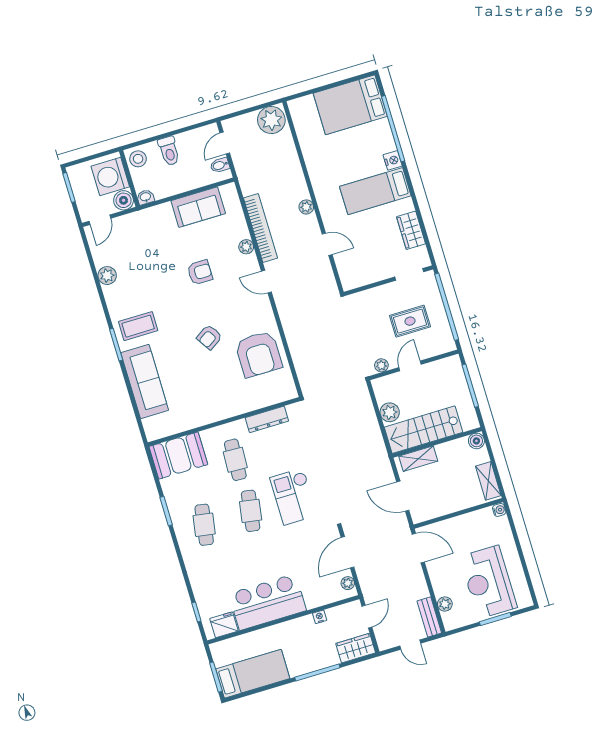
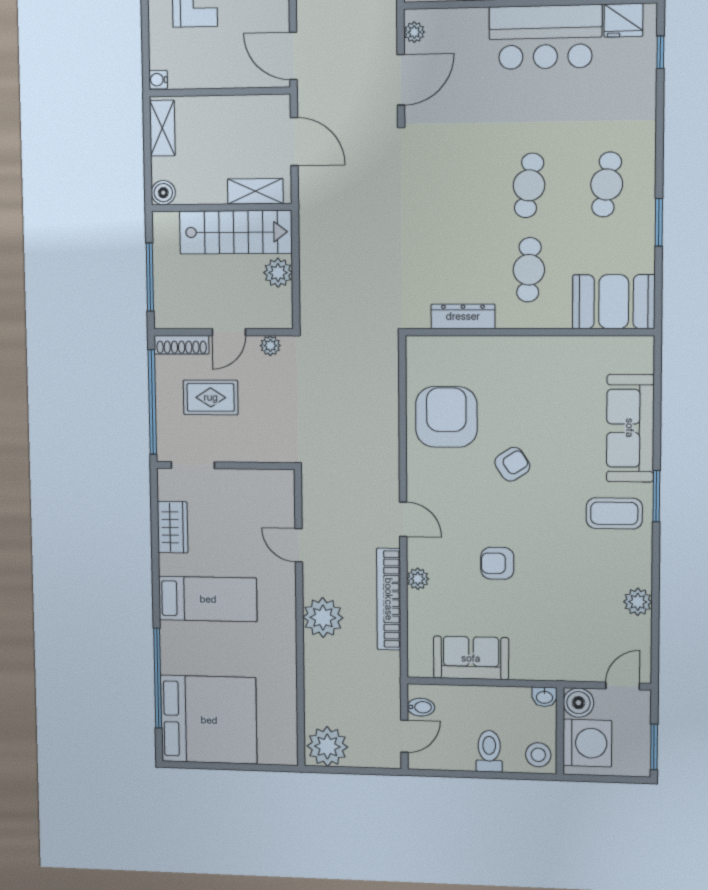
bed: (350, 105) -> (209, 720), width x1.36
nightstand: (393, 160) -> (171, 634), removed
plant: (306, 207) -> (323, 618), width x1.88, depth x1.88
shoe rack: (438, 349) -> (182, 345), added
checkout: (293, 497) -> (458, 188), removed

